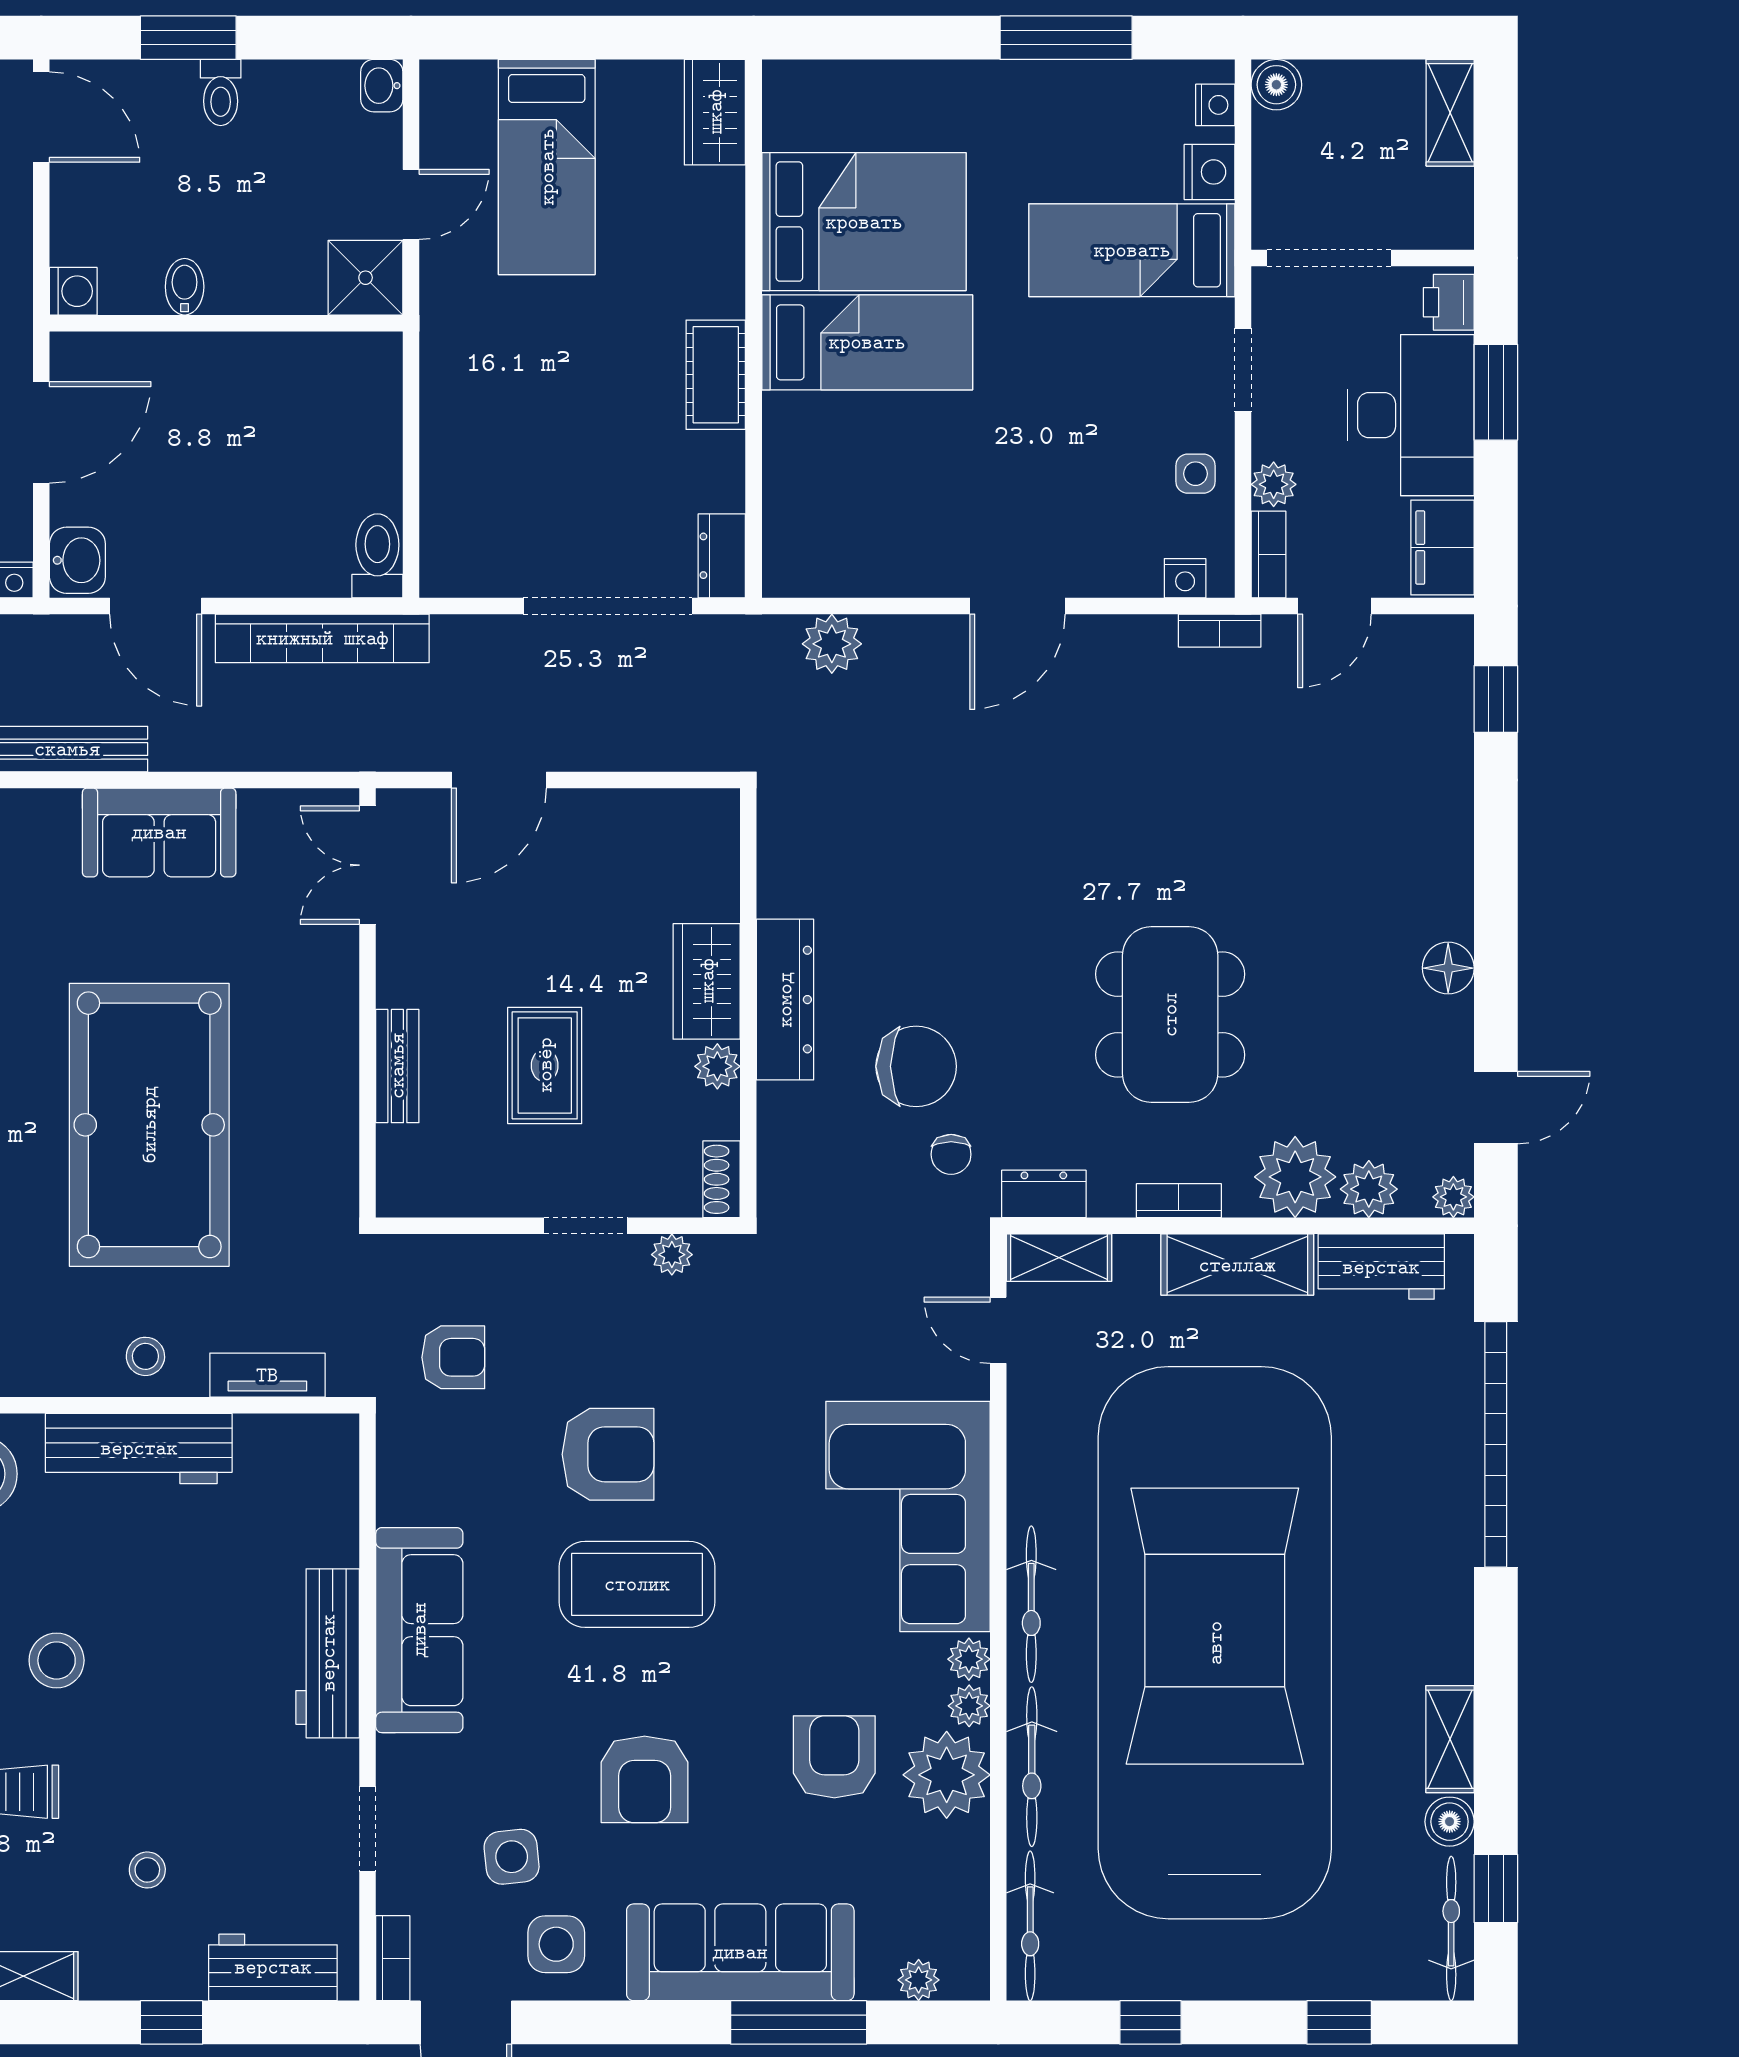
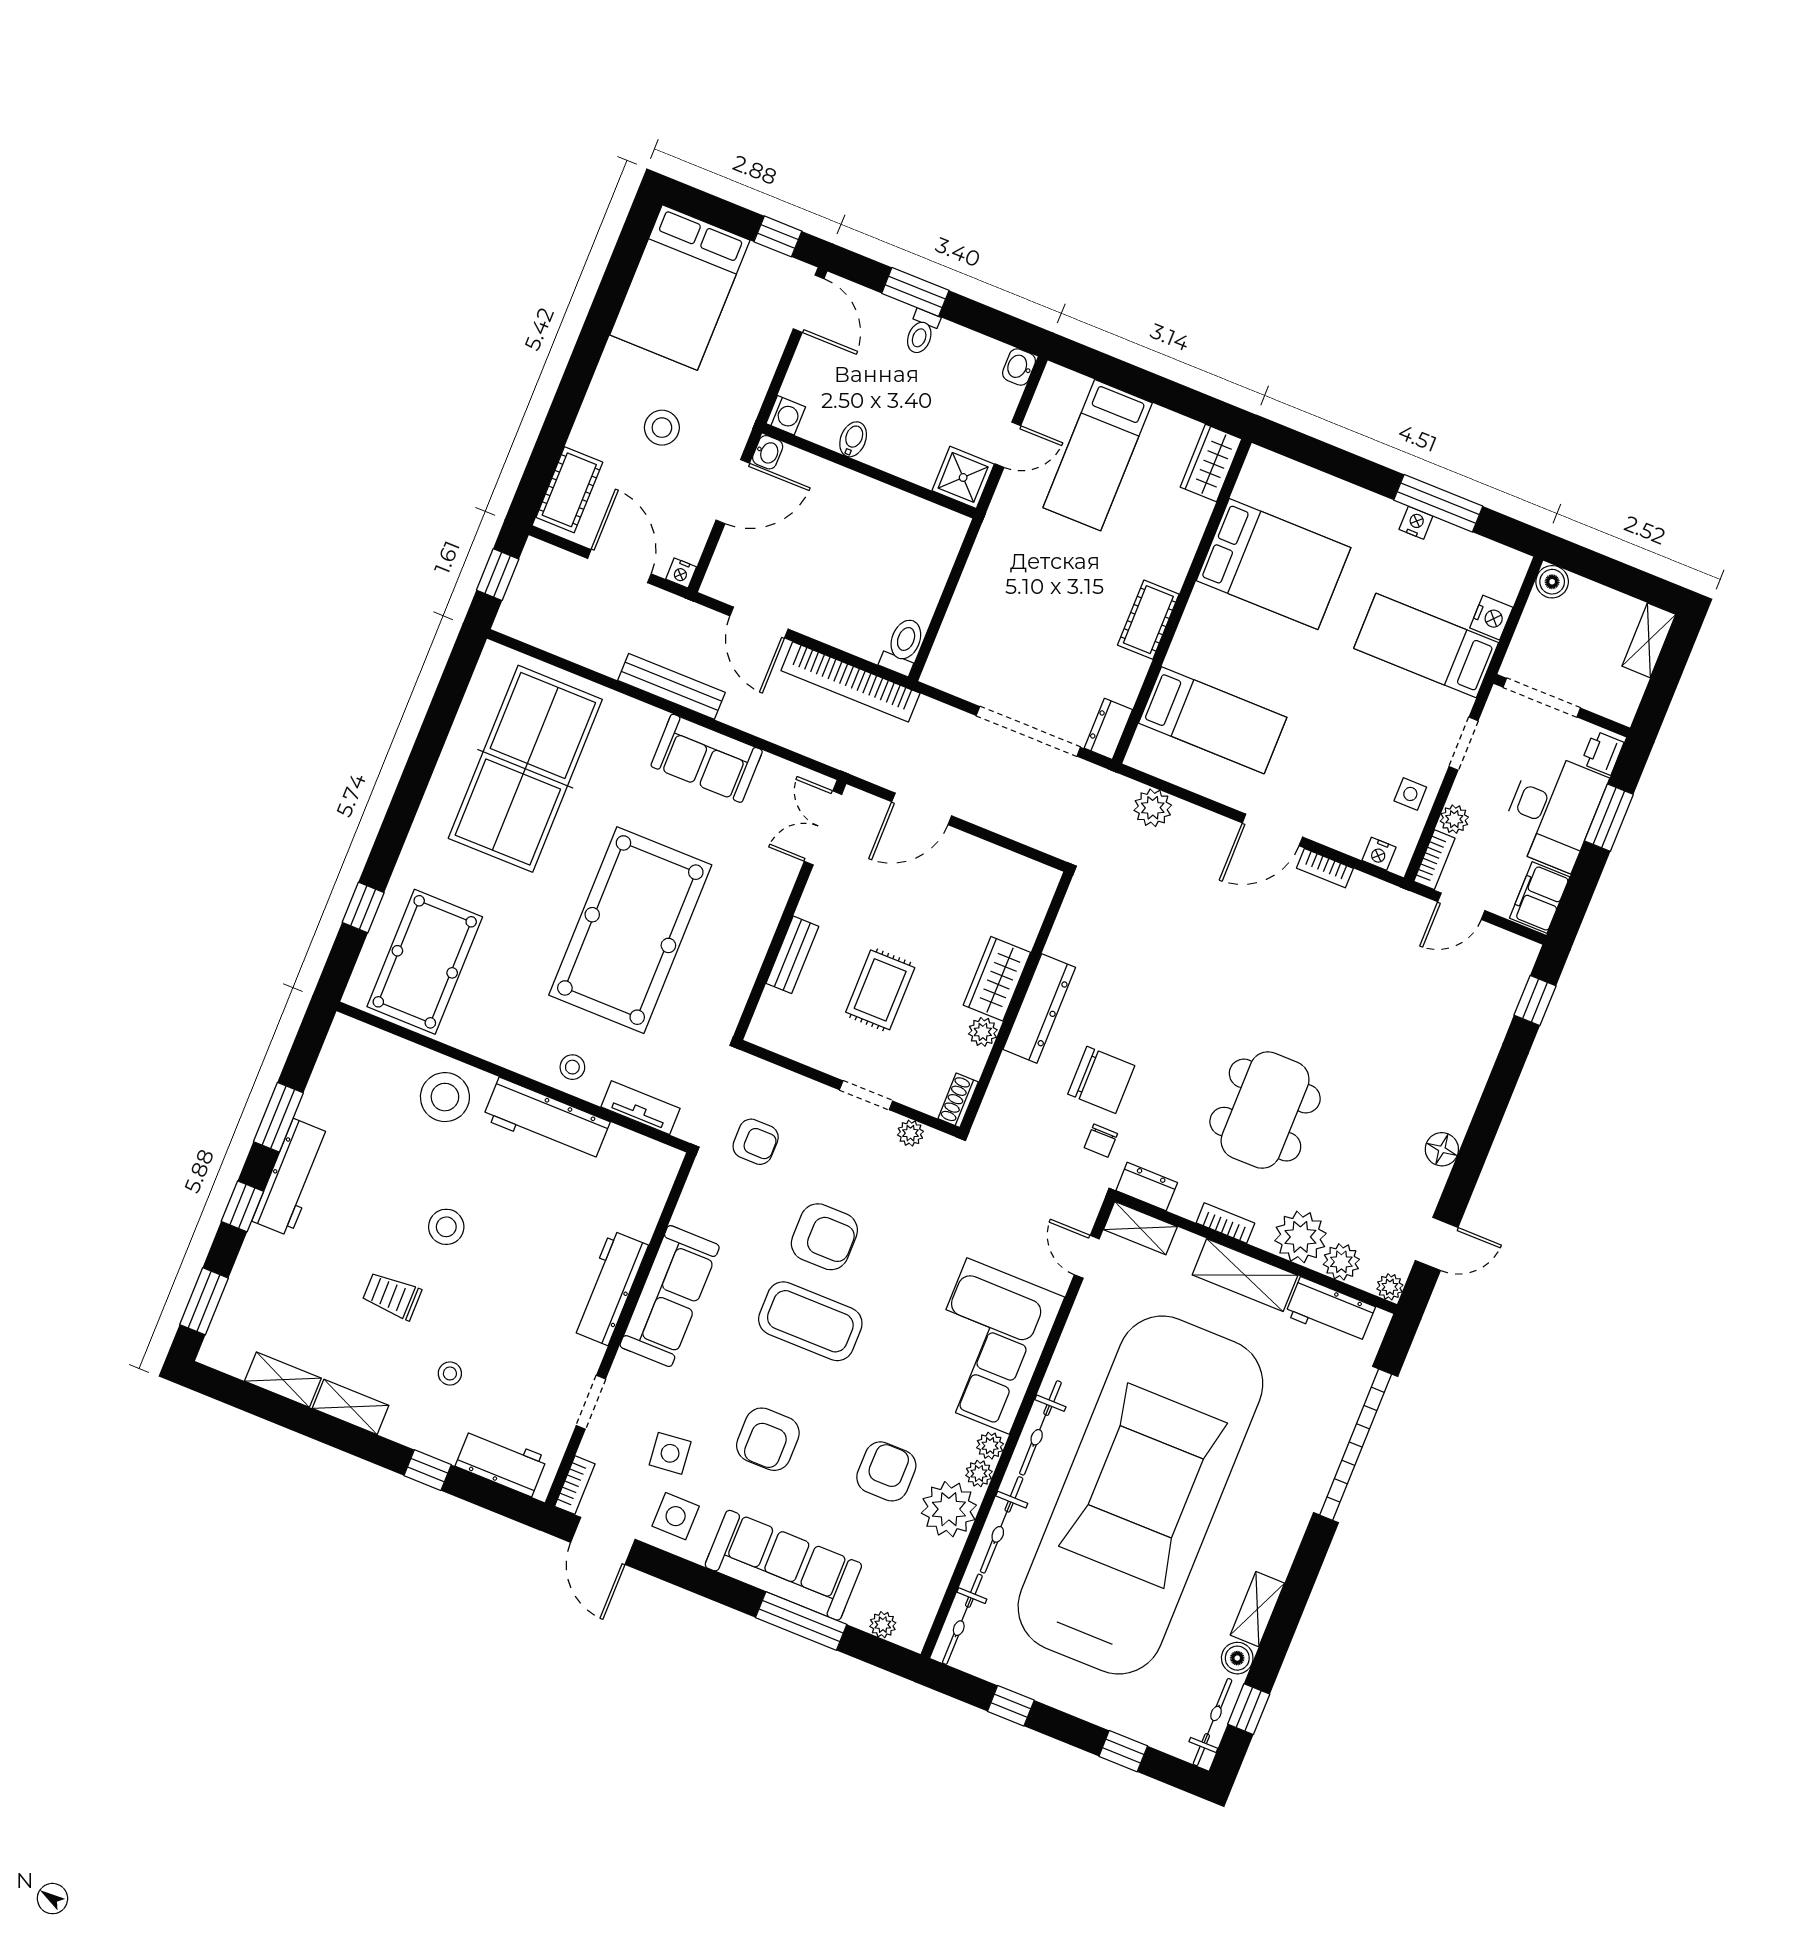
nightstand: (1215, 105) -> (1416, 523), moved, turned -90
bed: (867, 342) -> (1213, 720), moved
washbasin: (77, 560) -> (768, 452), moved, width x0.72, depth x0.69
bookcase: (1220, 631) -> (1325, 868), moved

